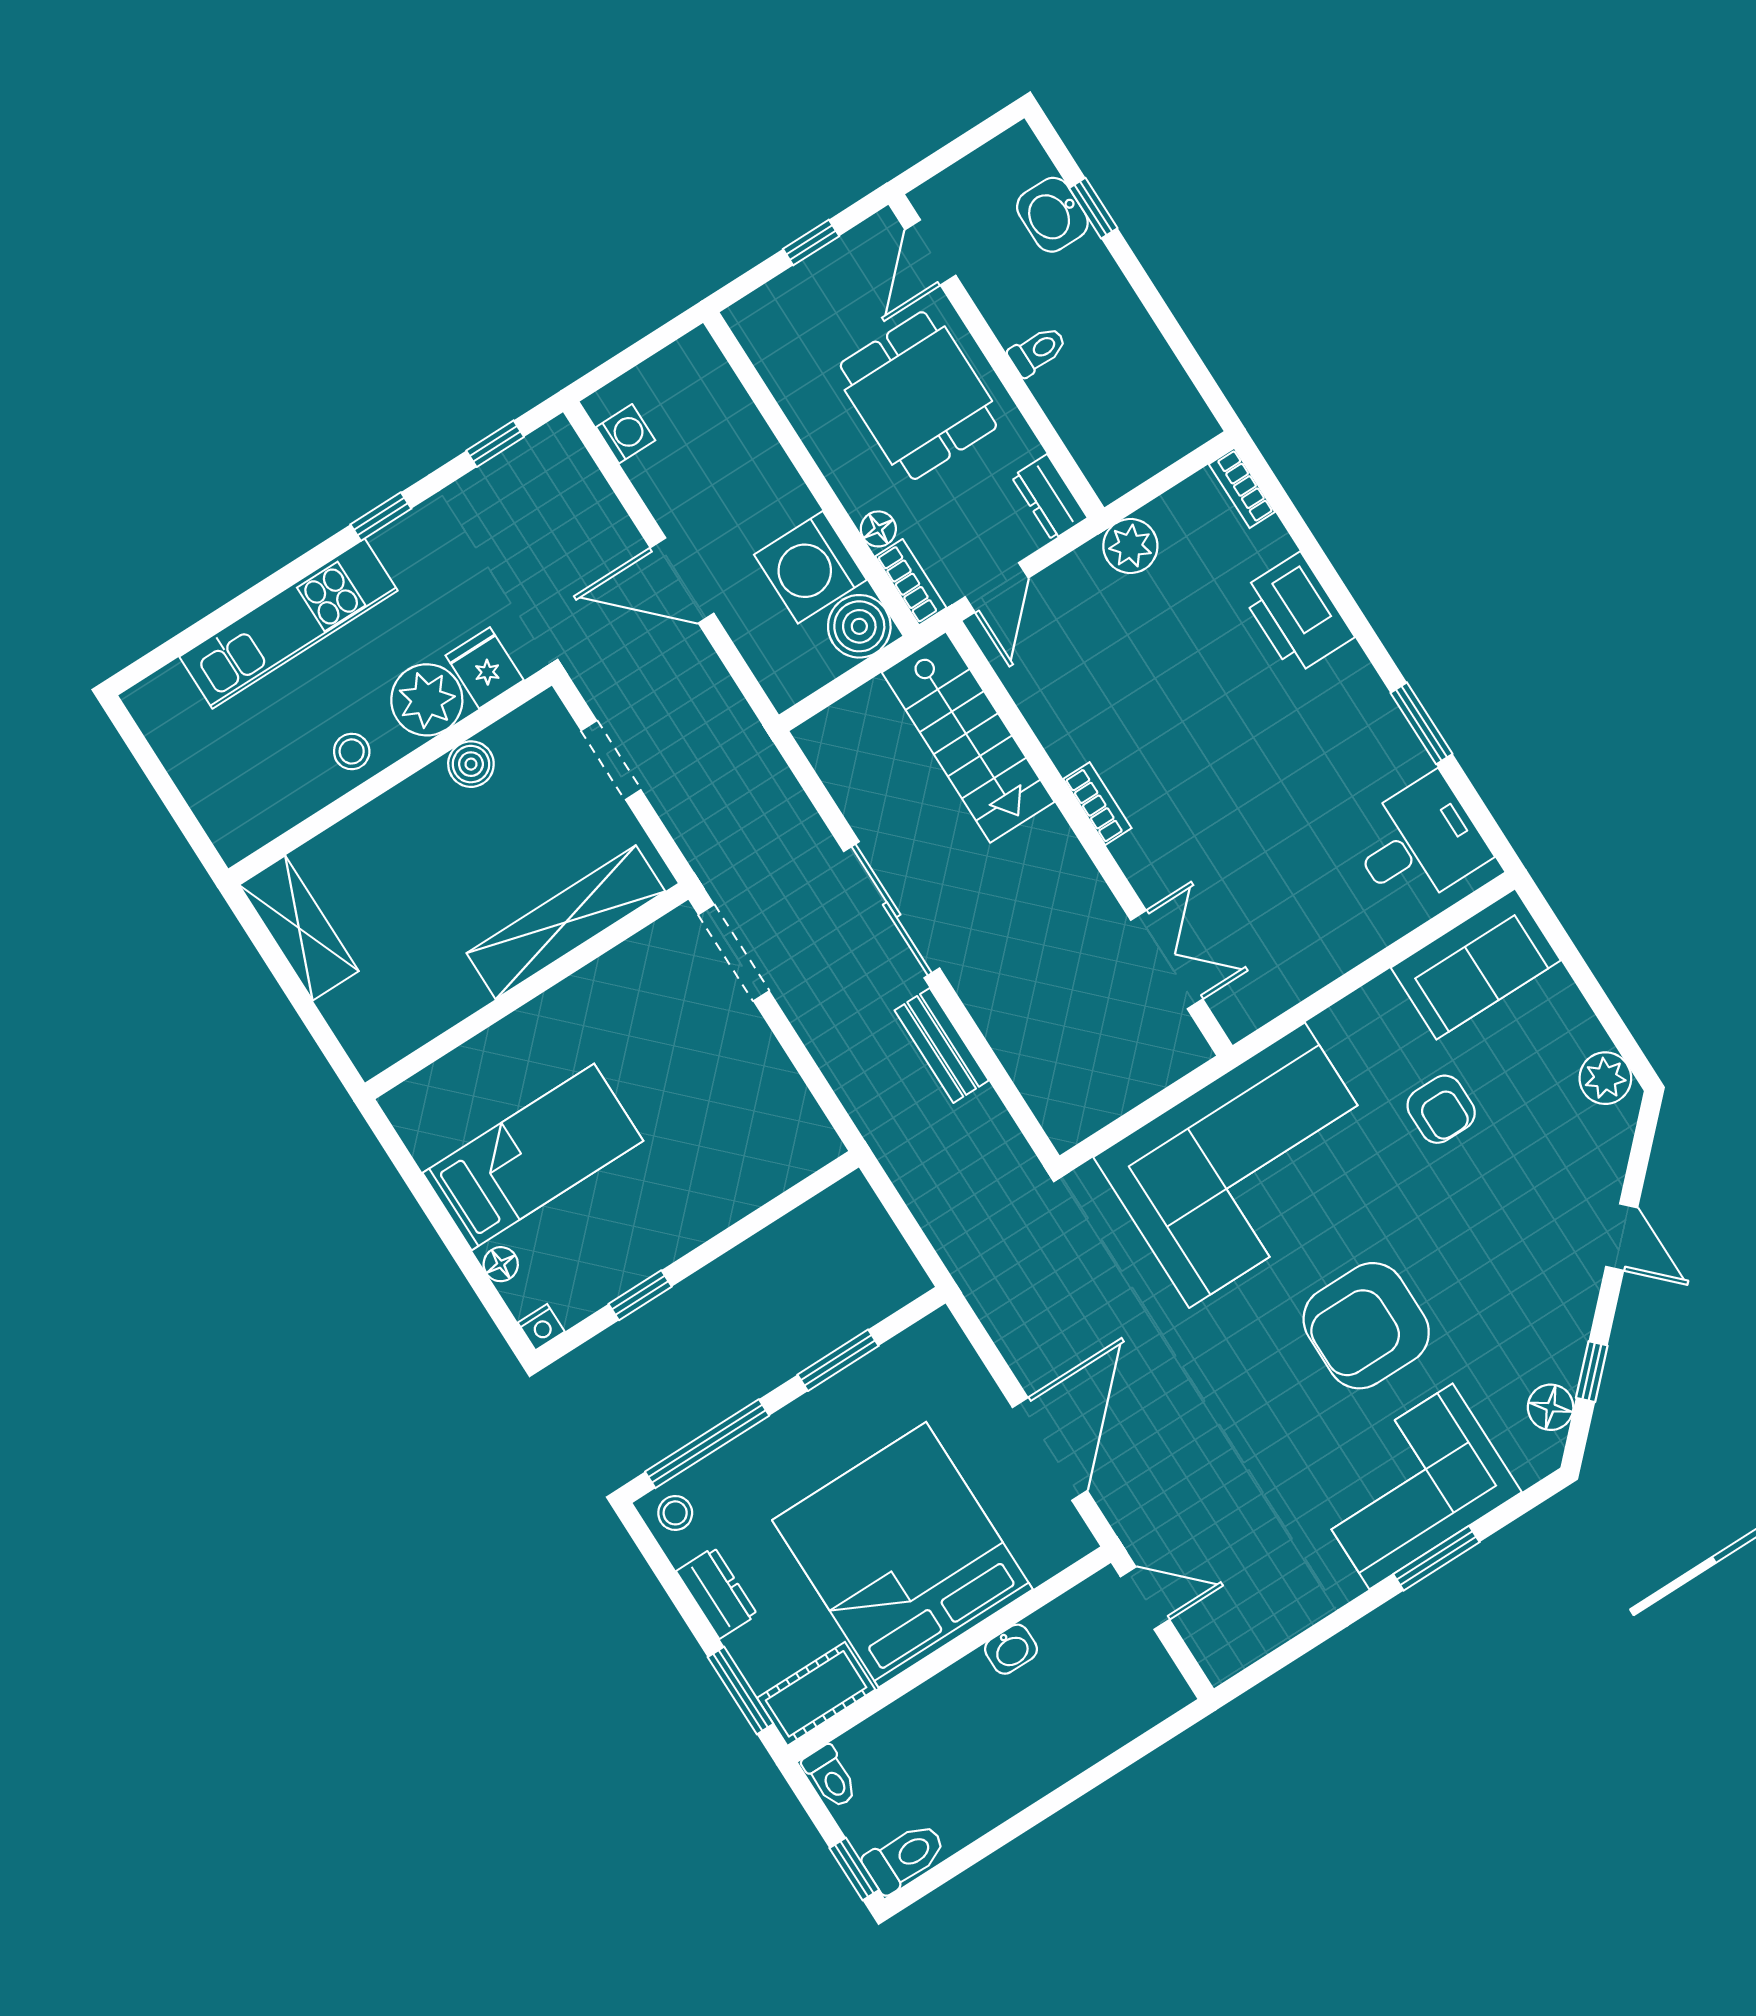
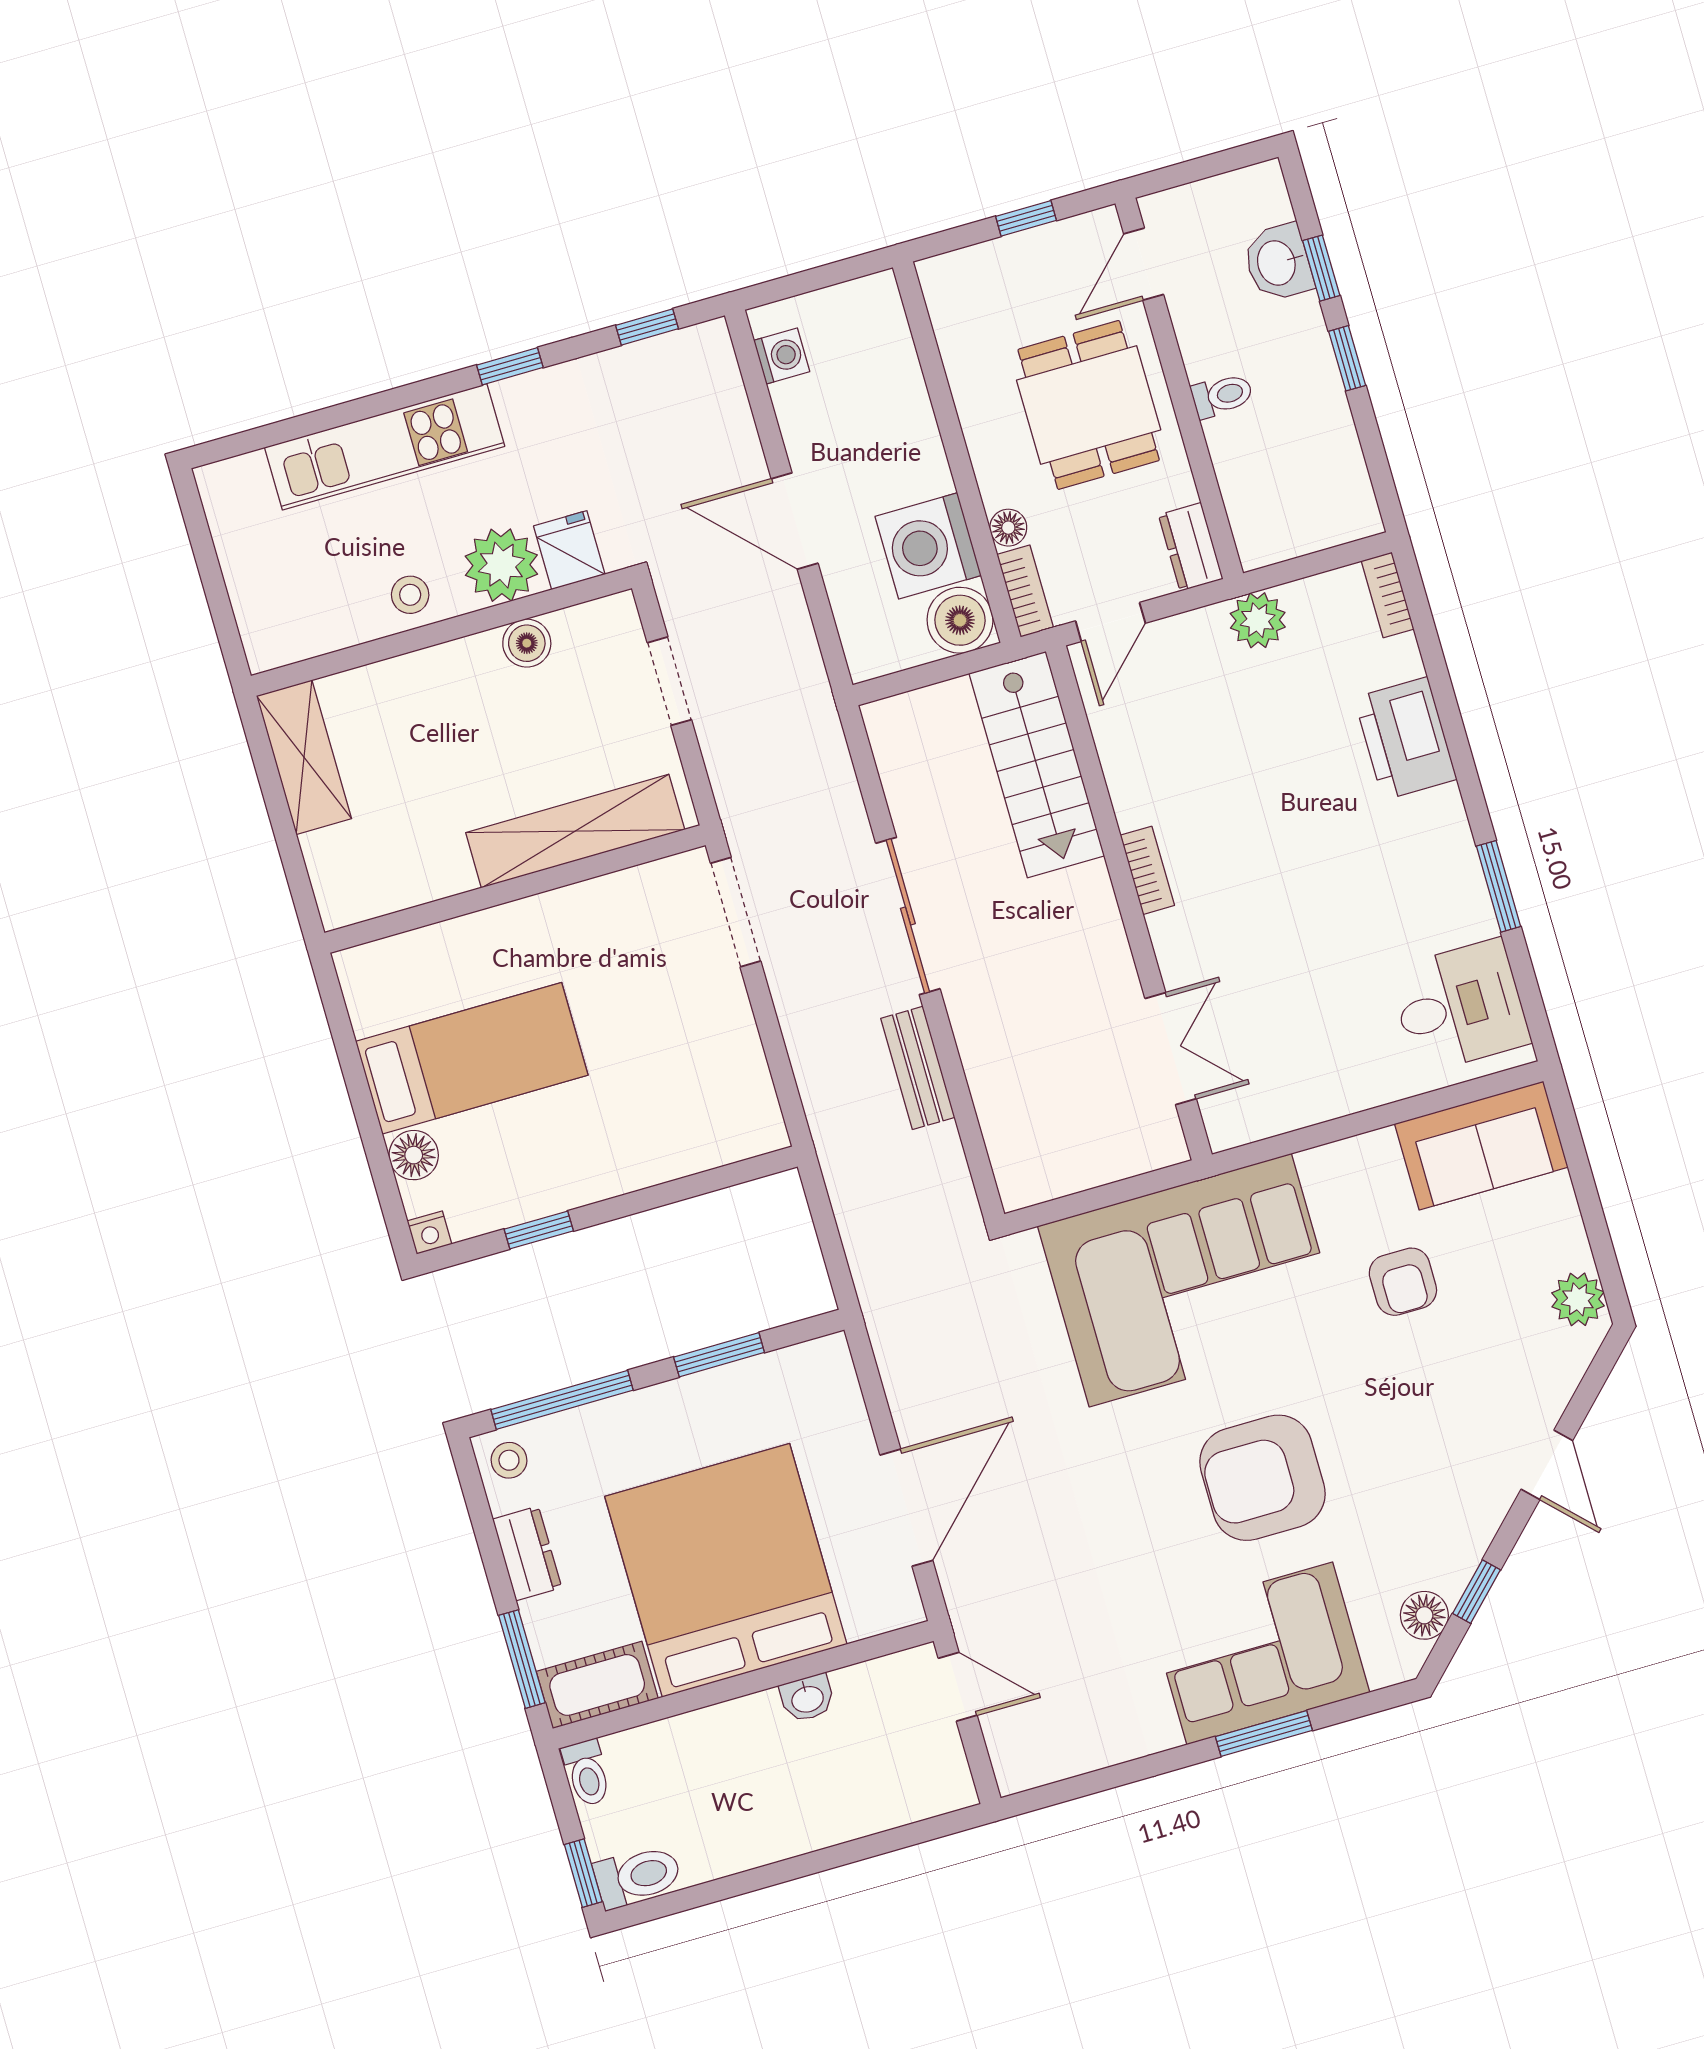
window: (1141, 283) -> (1347, 358), added
floor lamp: (501, 1264) -> (414, 1155), width x1.37, depth x1.37

